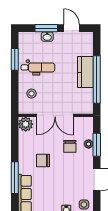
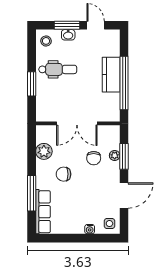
window: (15, 59) -> (32, 84), moved
stool: (31, 94) -> (46, 41), moved
plant: (26, 124) -> (44, 151), moved

